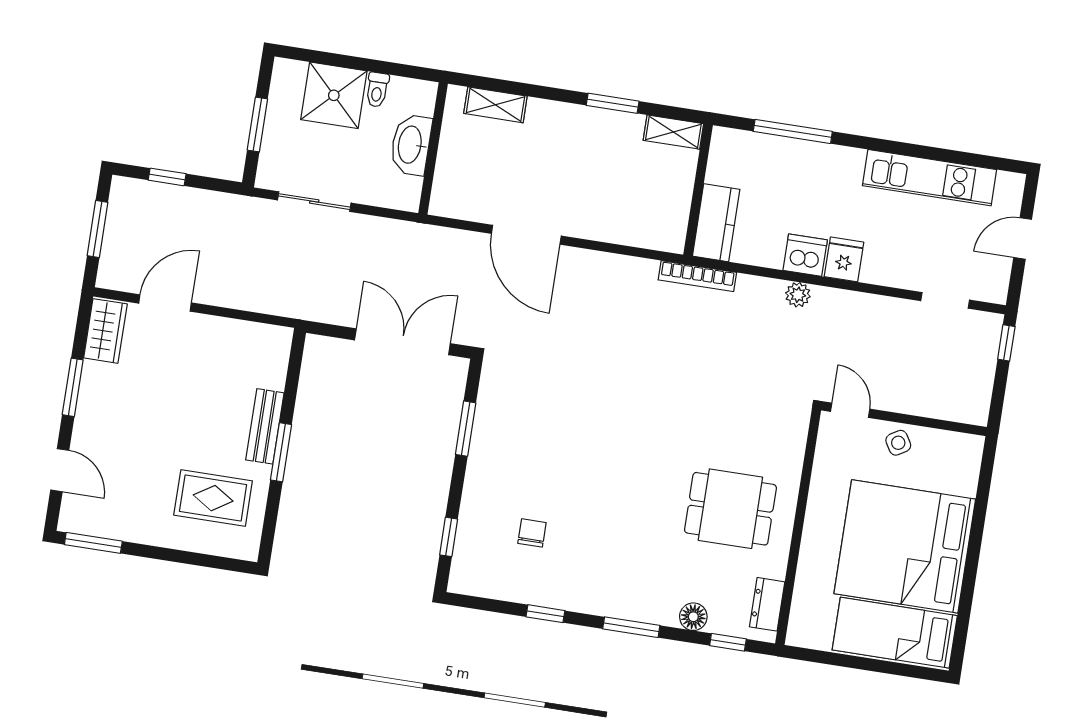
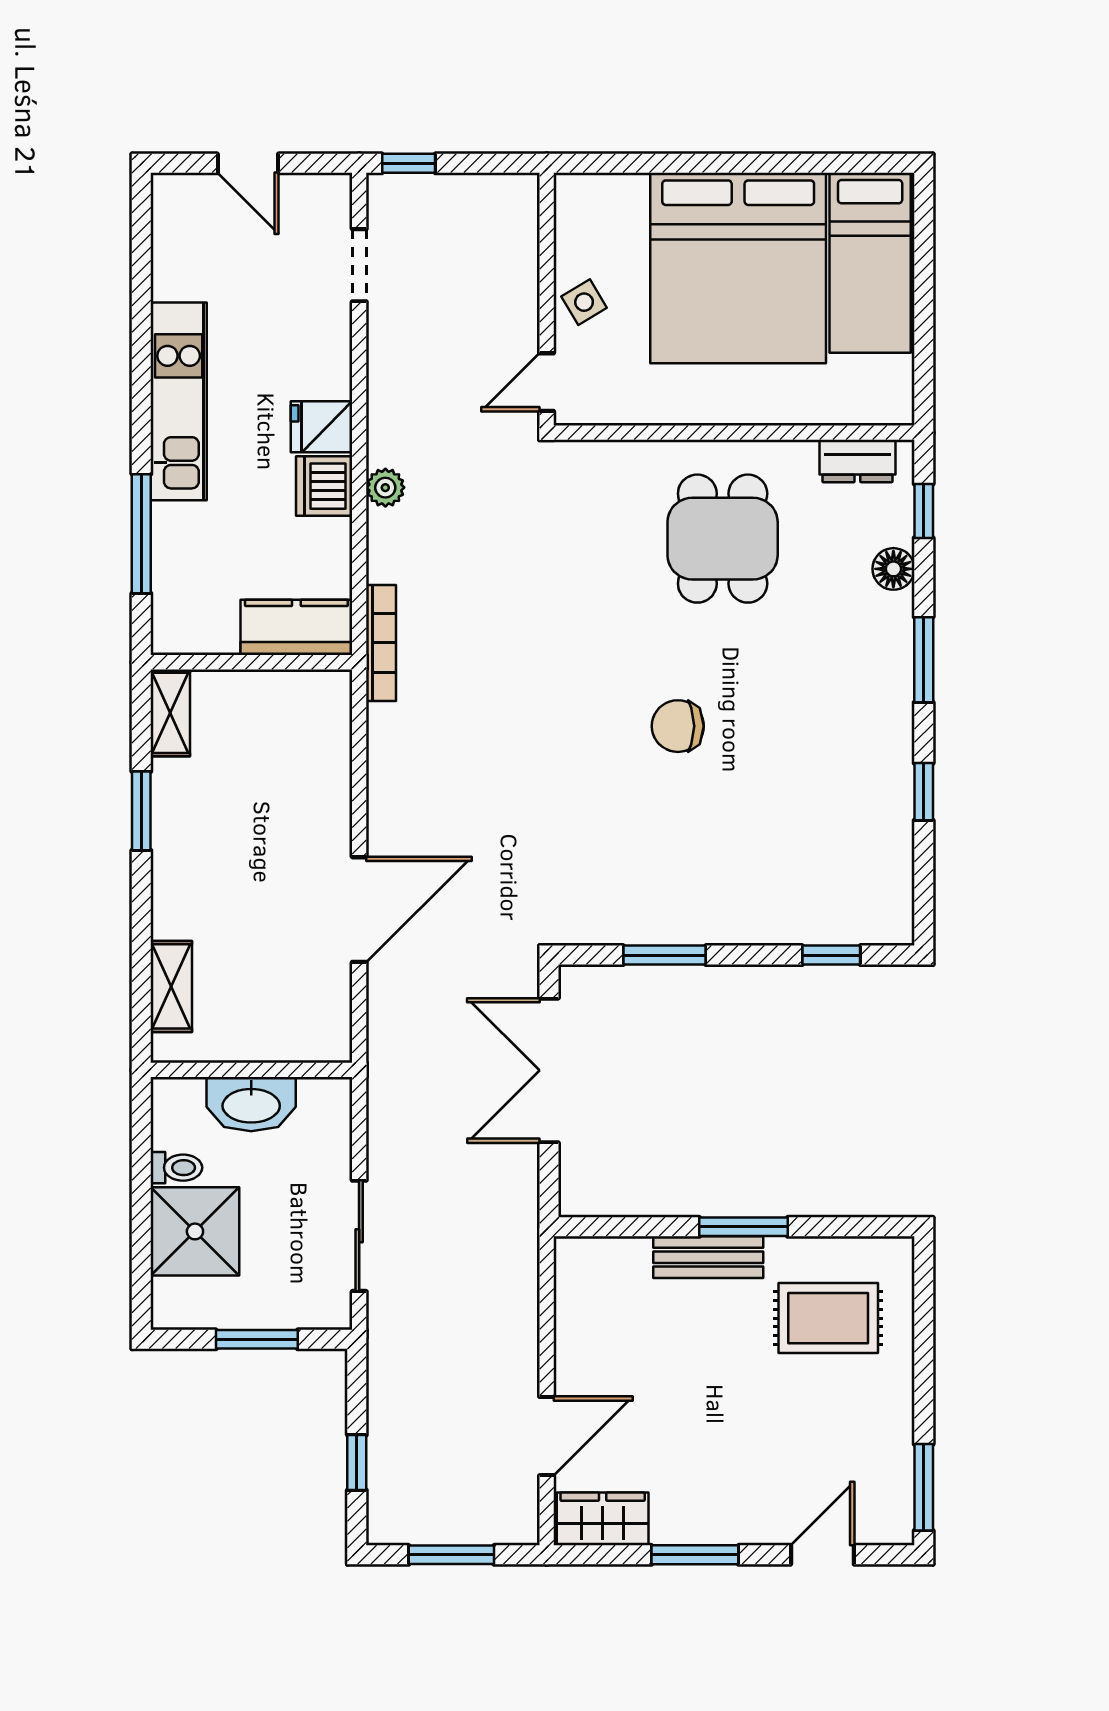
kitchen unit: (929, 178) -> (179, 401), moved
door: (165, 303) -> (547, 1436), swing flipped
rug: (213, 498) -> (828, 1318), turned 90
chair: (532, 533) -> (678, 726), moved, width x1.37, depth x1.37

